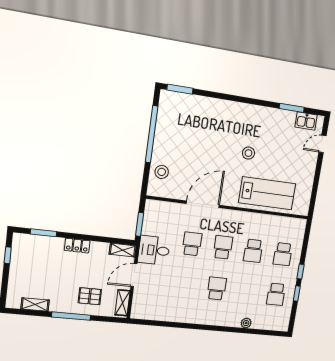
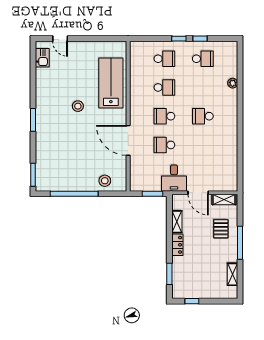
window: (292, 108) -> (33, 120), moved
shelving: (123, 250) -> (177, 222), moved

